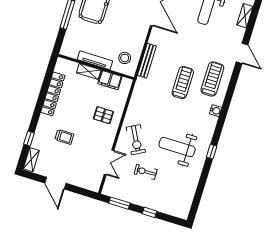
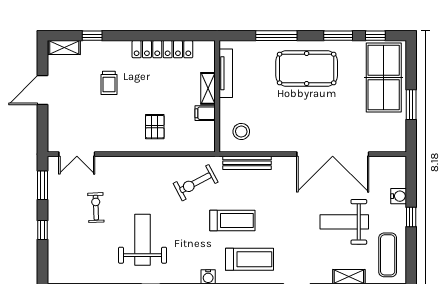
tv unit: (95, 60) -> (226, 73), moved
filing cabinet: (110, 80) -> (205, 113), width x0.50
exercise bike: (136, 140) -> (196, 183), moved
double door: (109, 162) -> (77, 154), moved

